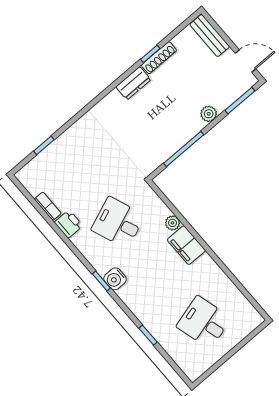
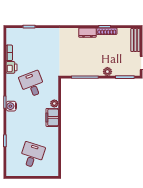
desk: (204, 322) -> (32, 155), turned 33

